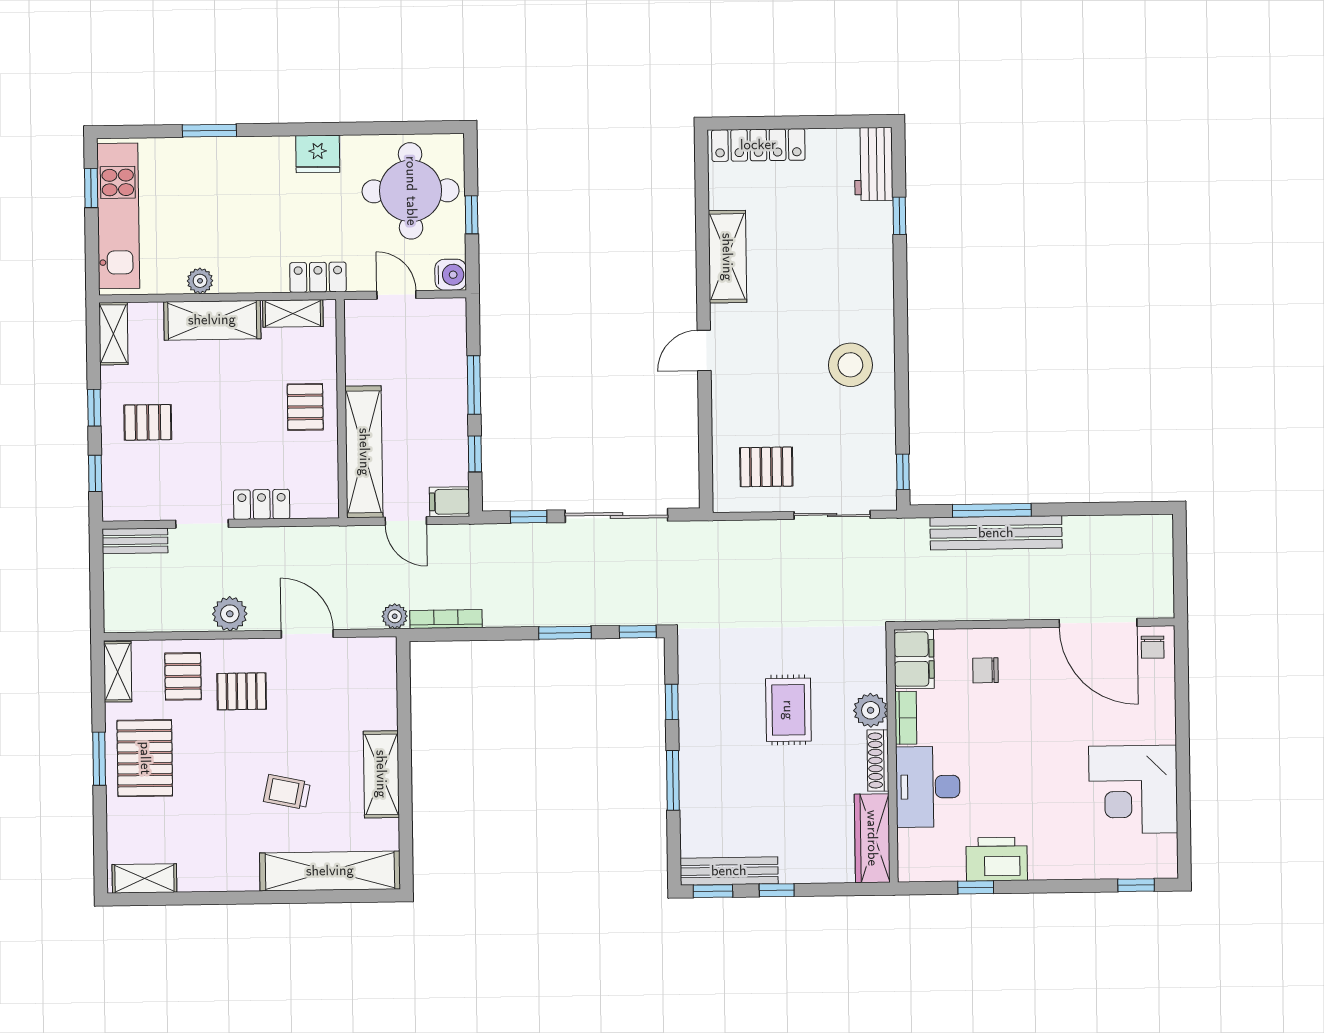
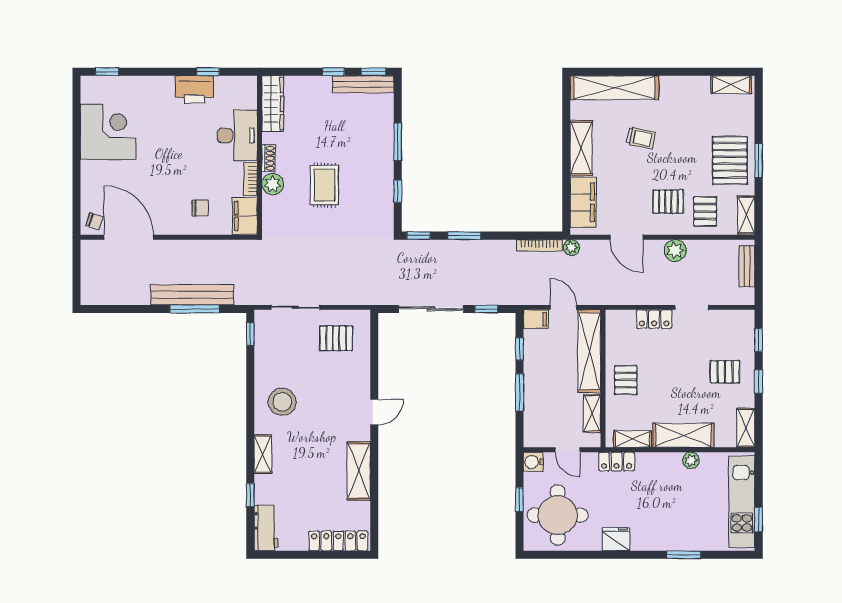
shelving: (880, 281) -> (263, 454), added
shelving: (358, 353) -> (592, 413), added
bench: (135, 541) -> (747, 266), moved, turned 90
chair: (1153, 647) -> (95, 221), turned 108
filing cabinet: (377, 688) -> (583, 202), added
shoe rack: (878, 760) -> (268, 158), width x0.70

